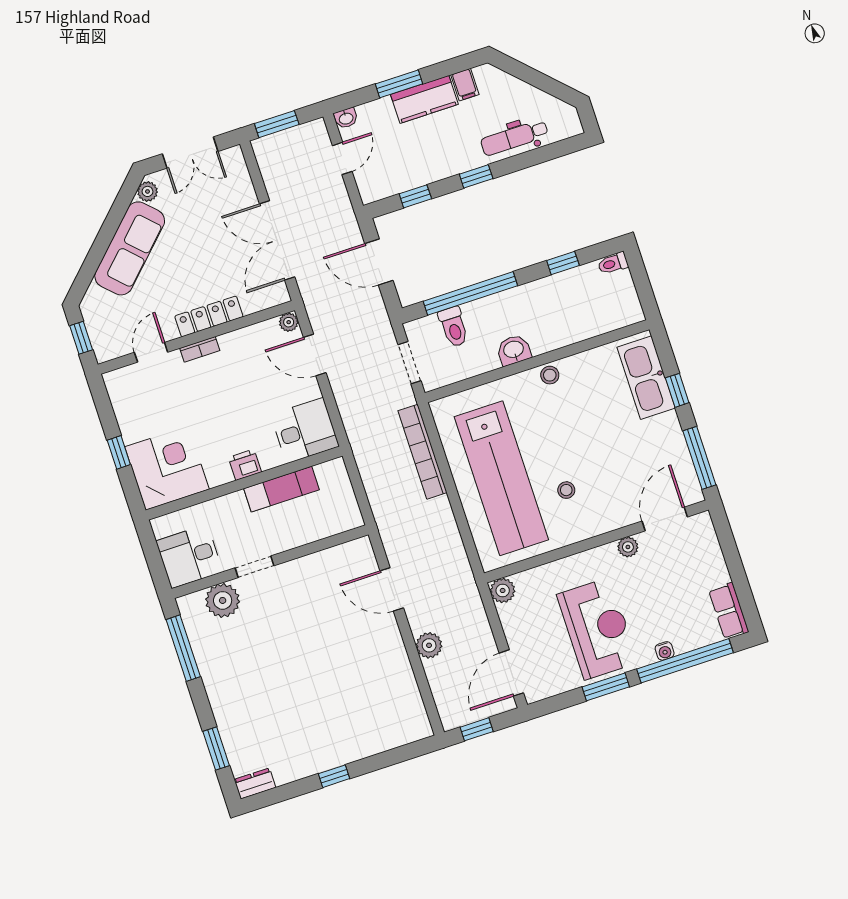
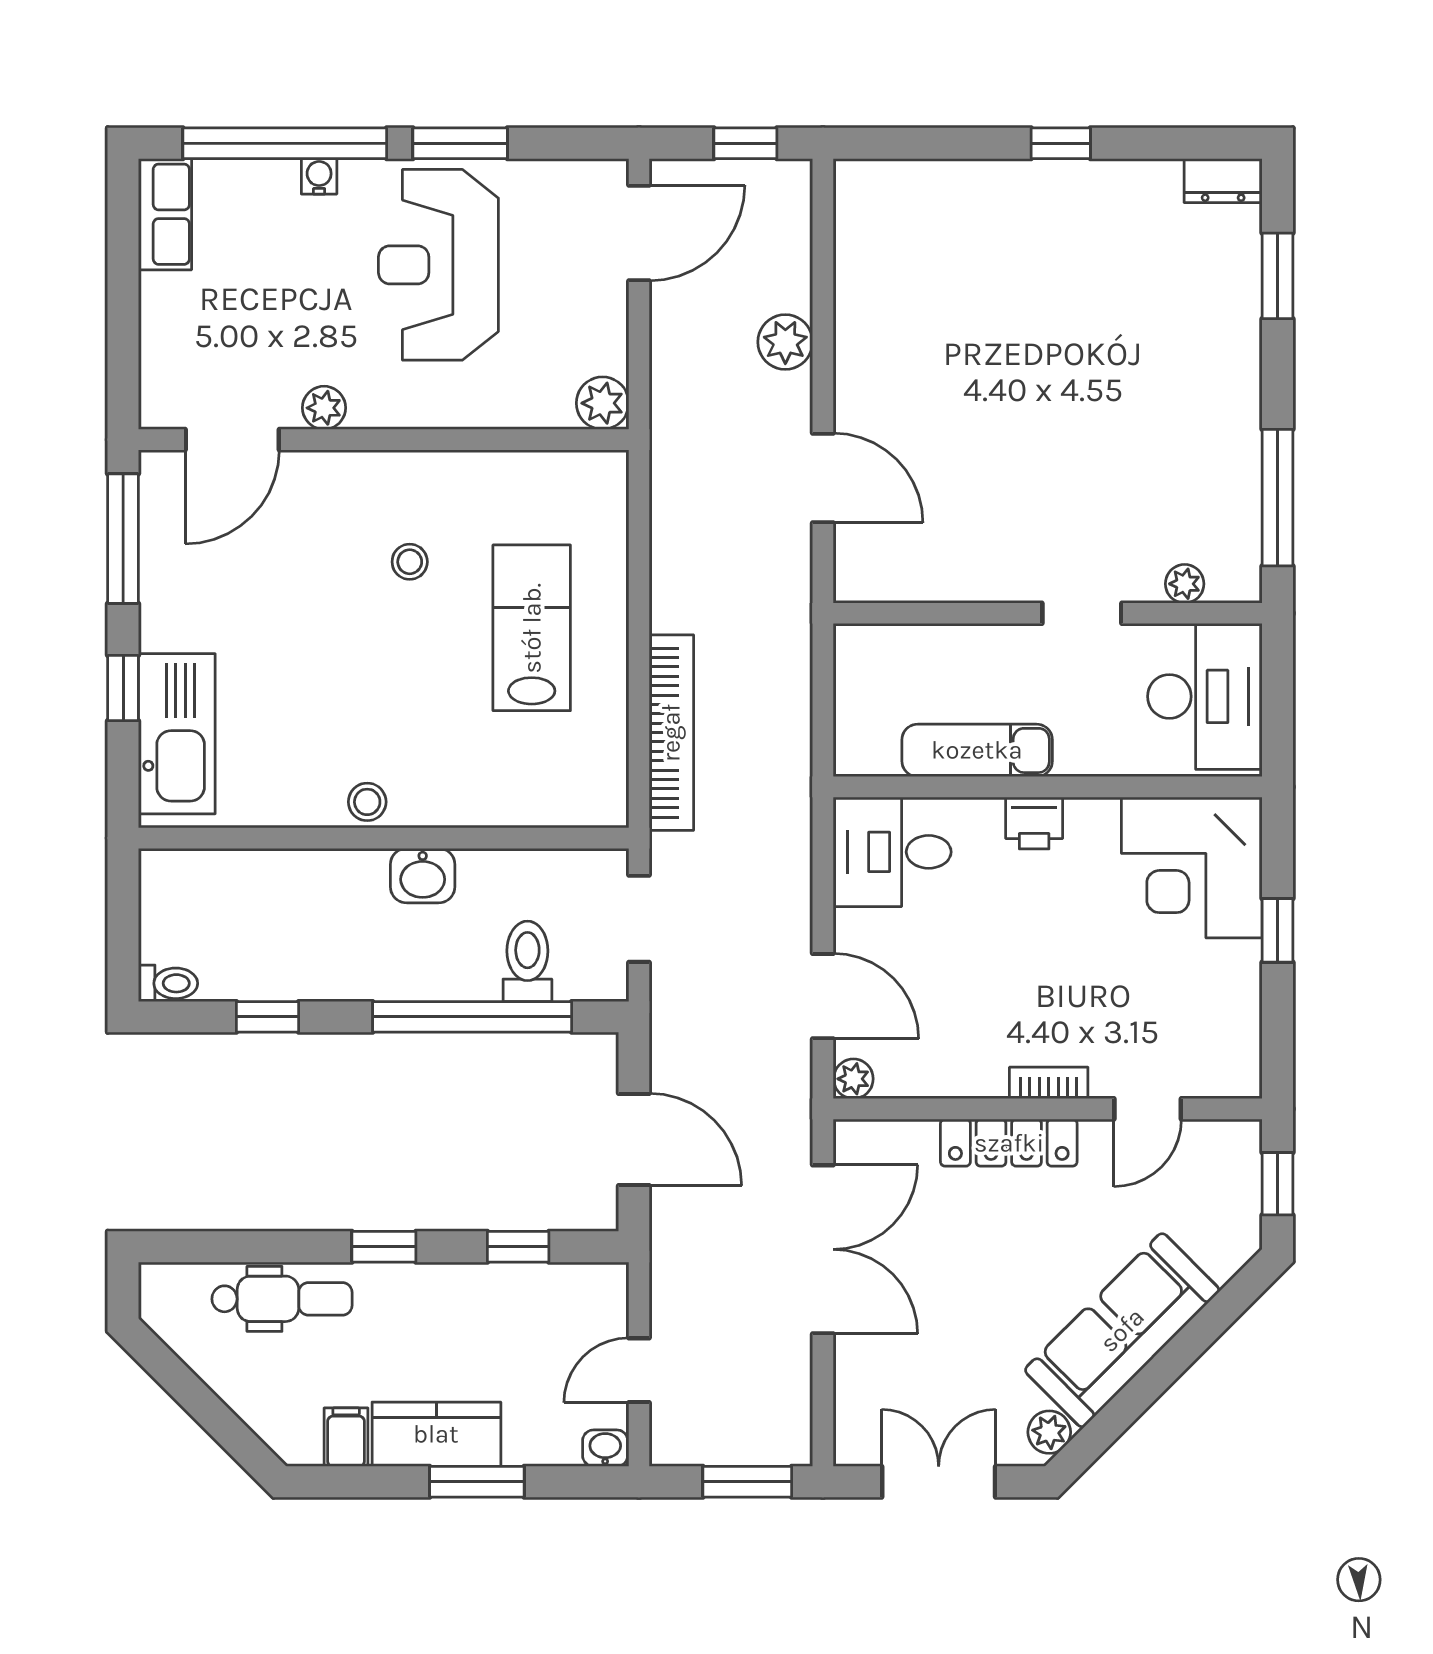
lab bench: (501, 478) -> (532, 628), width x0.54, depth x0.72
desk: (189, 556) -> (1205, 696), width x1.37
plant: (223, 600) -> (1185, 584), width x0.53, depth x0.53

